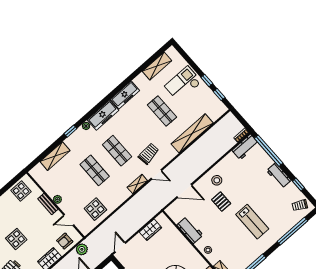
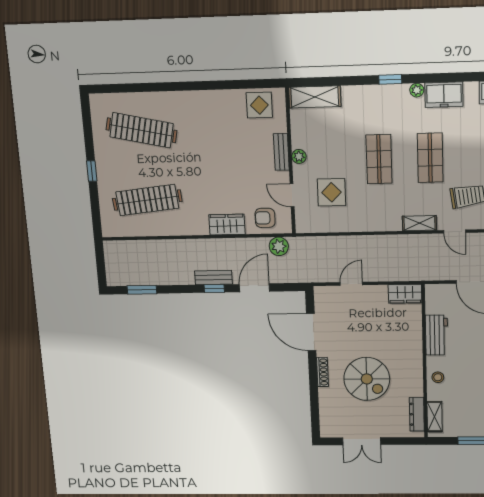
freezer: (103, 115) -> (444, 95), width x0.71
shelving: (55, 156) -> (315, 97), moved
display table: (95, 209) -> (331, 192), moved
wardrobe: (150, 230) -> (405, 294), moved
display table: (16, 239) -> (204, 163), removed
door: (120, 247) -> (351, 284), moved

